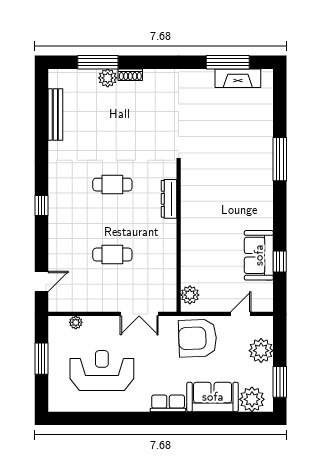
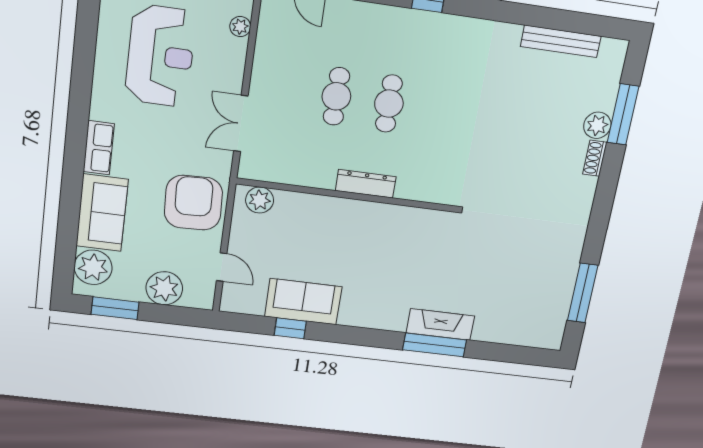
fireplace: (238, 78) -> (440, 324), moved, turned 90
cafe table: (112, 185) -> (389, 104), moved
dresser: (169, 199) -> (366, 184), moved

